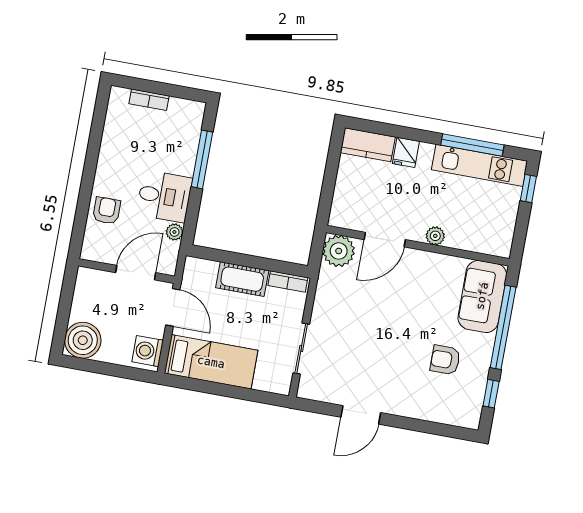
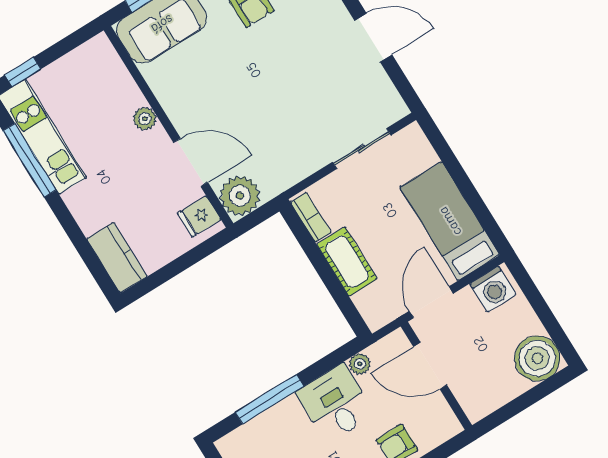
fridge: (406, 152) -> (199, 216), moved, turned 180

